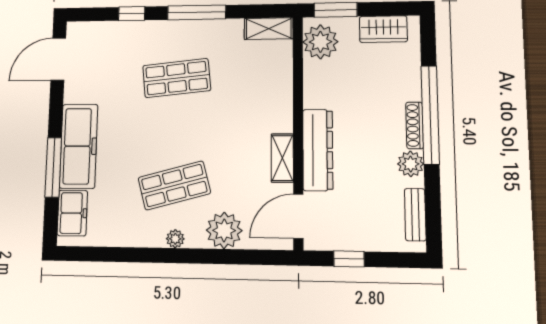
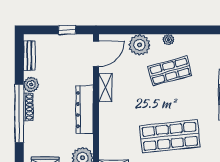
shop shelf: (177, 78) -> (170, 136), width x1.43, depth x1.36
dresser: (318, 150) -> (85, 109), moved

